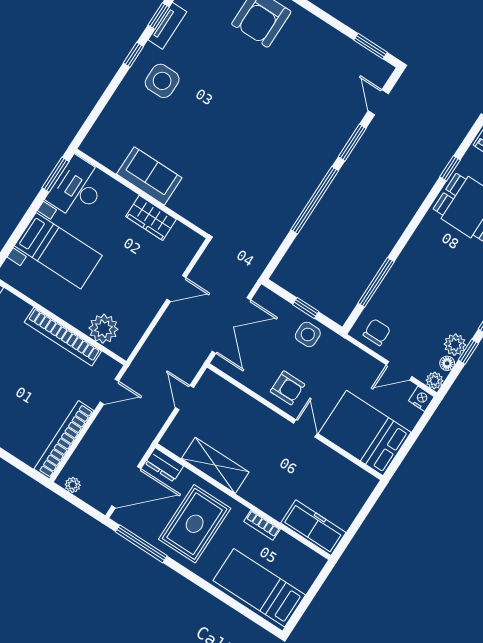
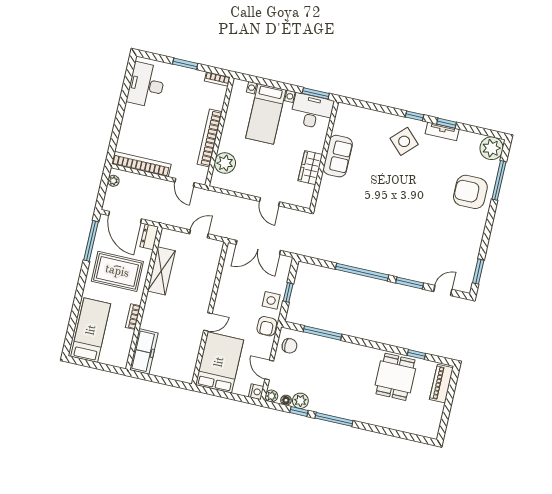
side table: (162, 81) -> (404, 141), turned 45
armchair: (288, 388) -> (267, 326), moved

